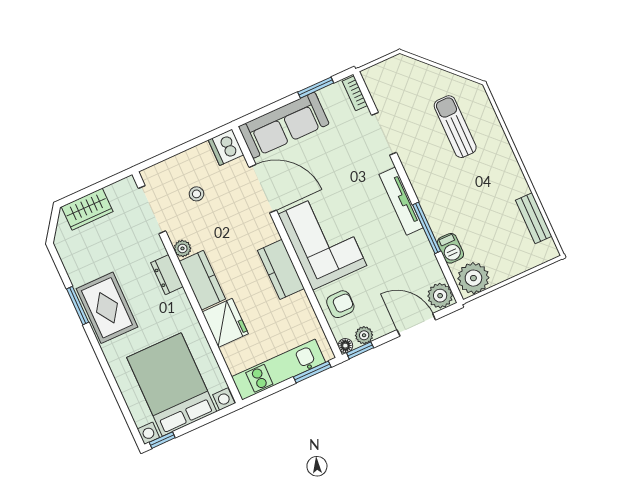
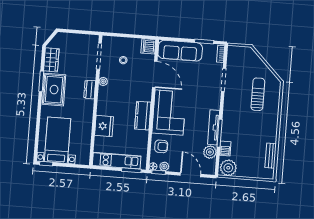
tv unit: (401, 201) -> (214, 127), moved
wardrobe: (87, 209) -> (51, 60), moved, turned -90
kitchen counter: (202, 280) -> (104, 101), removed
plant: (440, 296) -> (210, 152), moved
bed with nightstands: (172, 385) -> (57, 140), width x0.73

